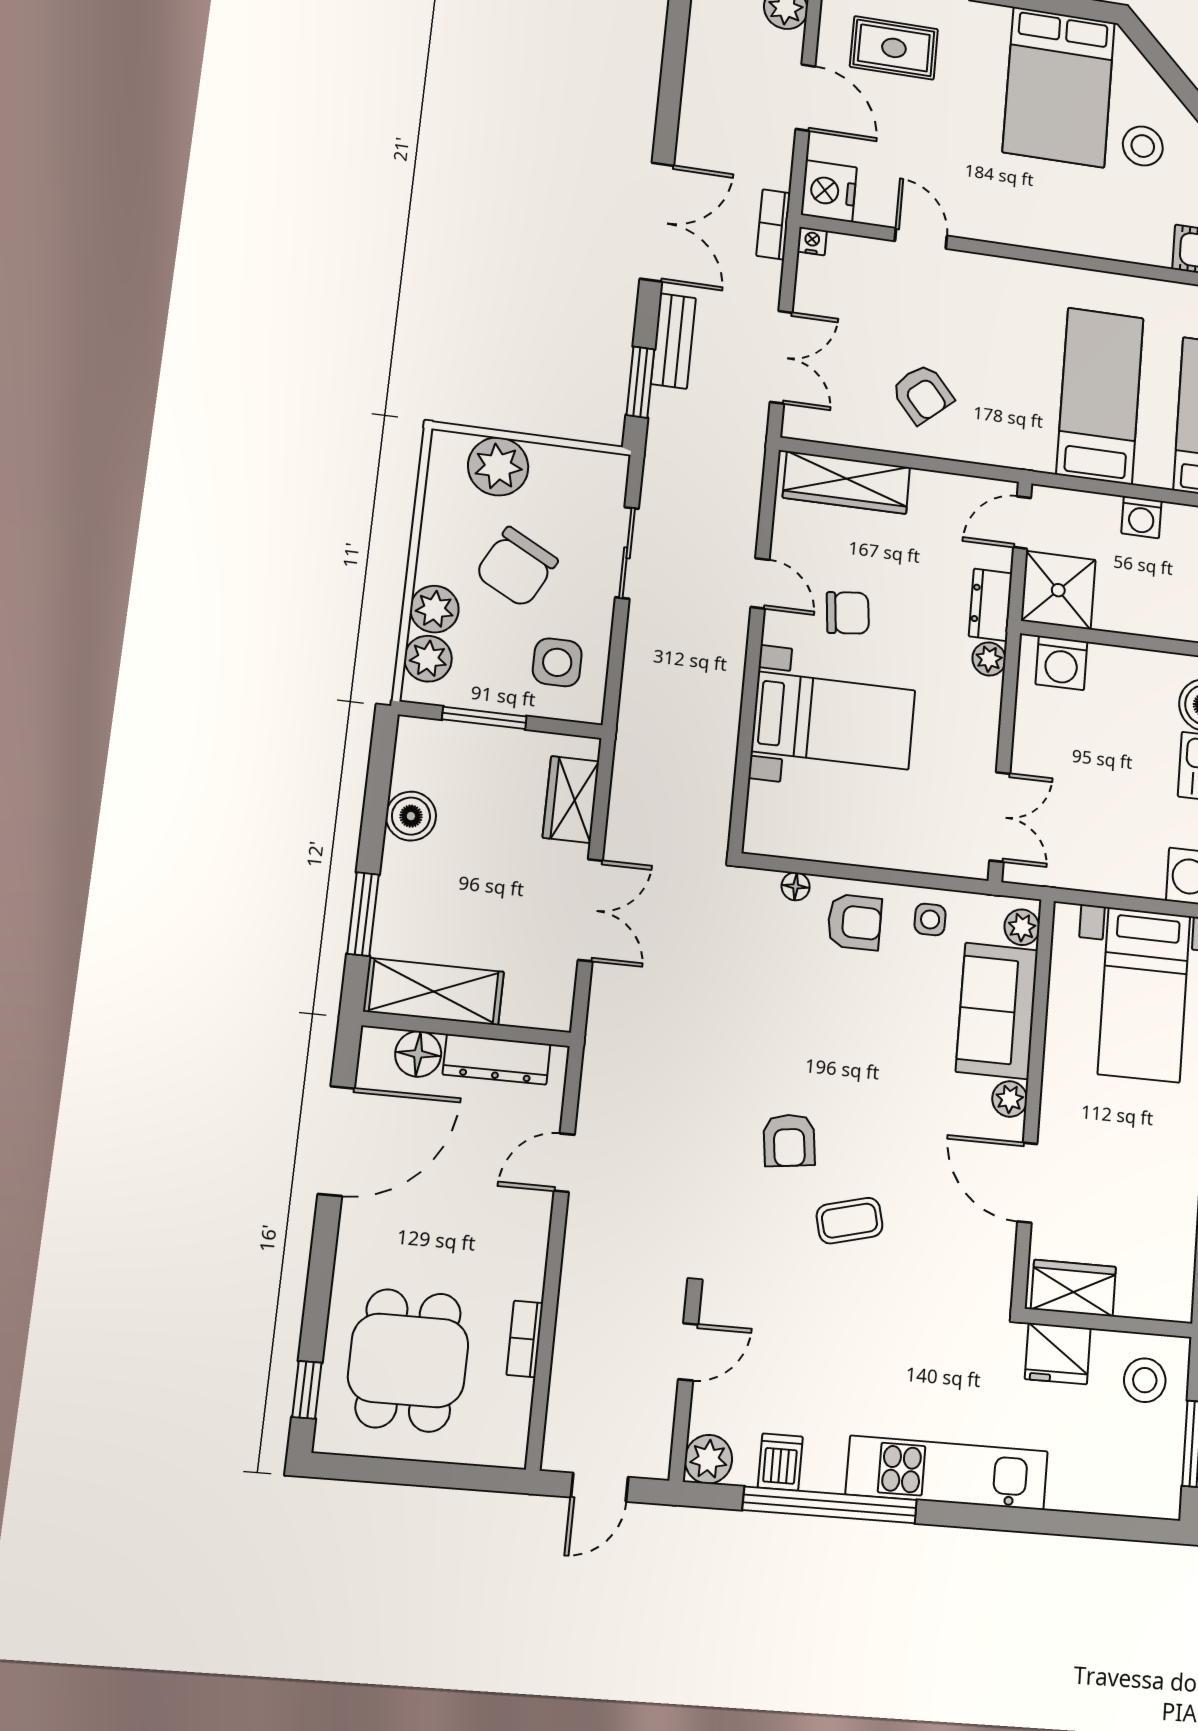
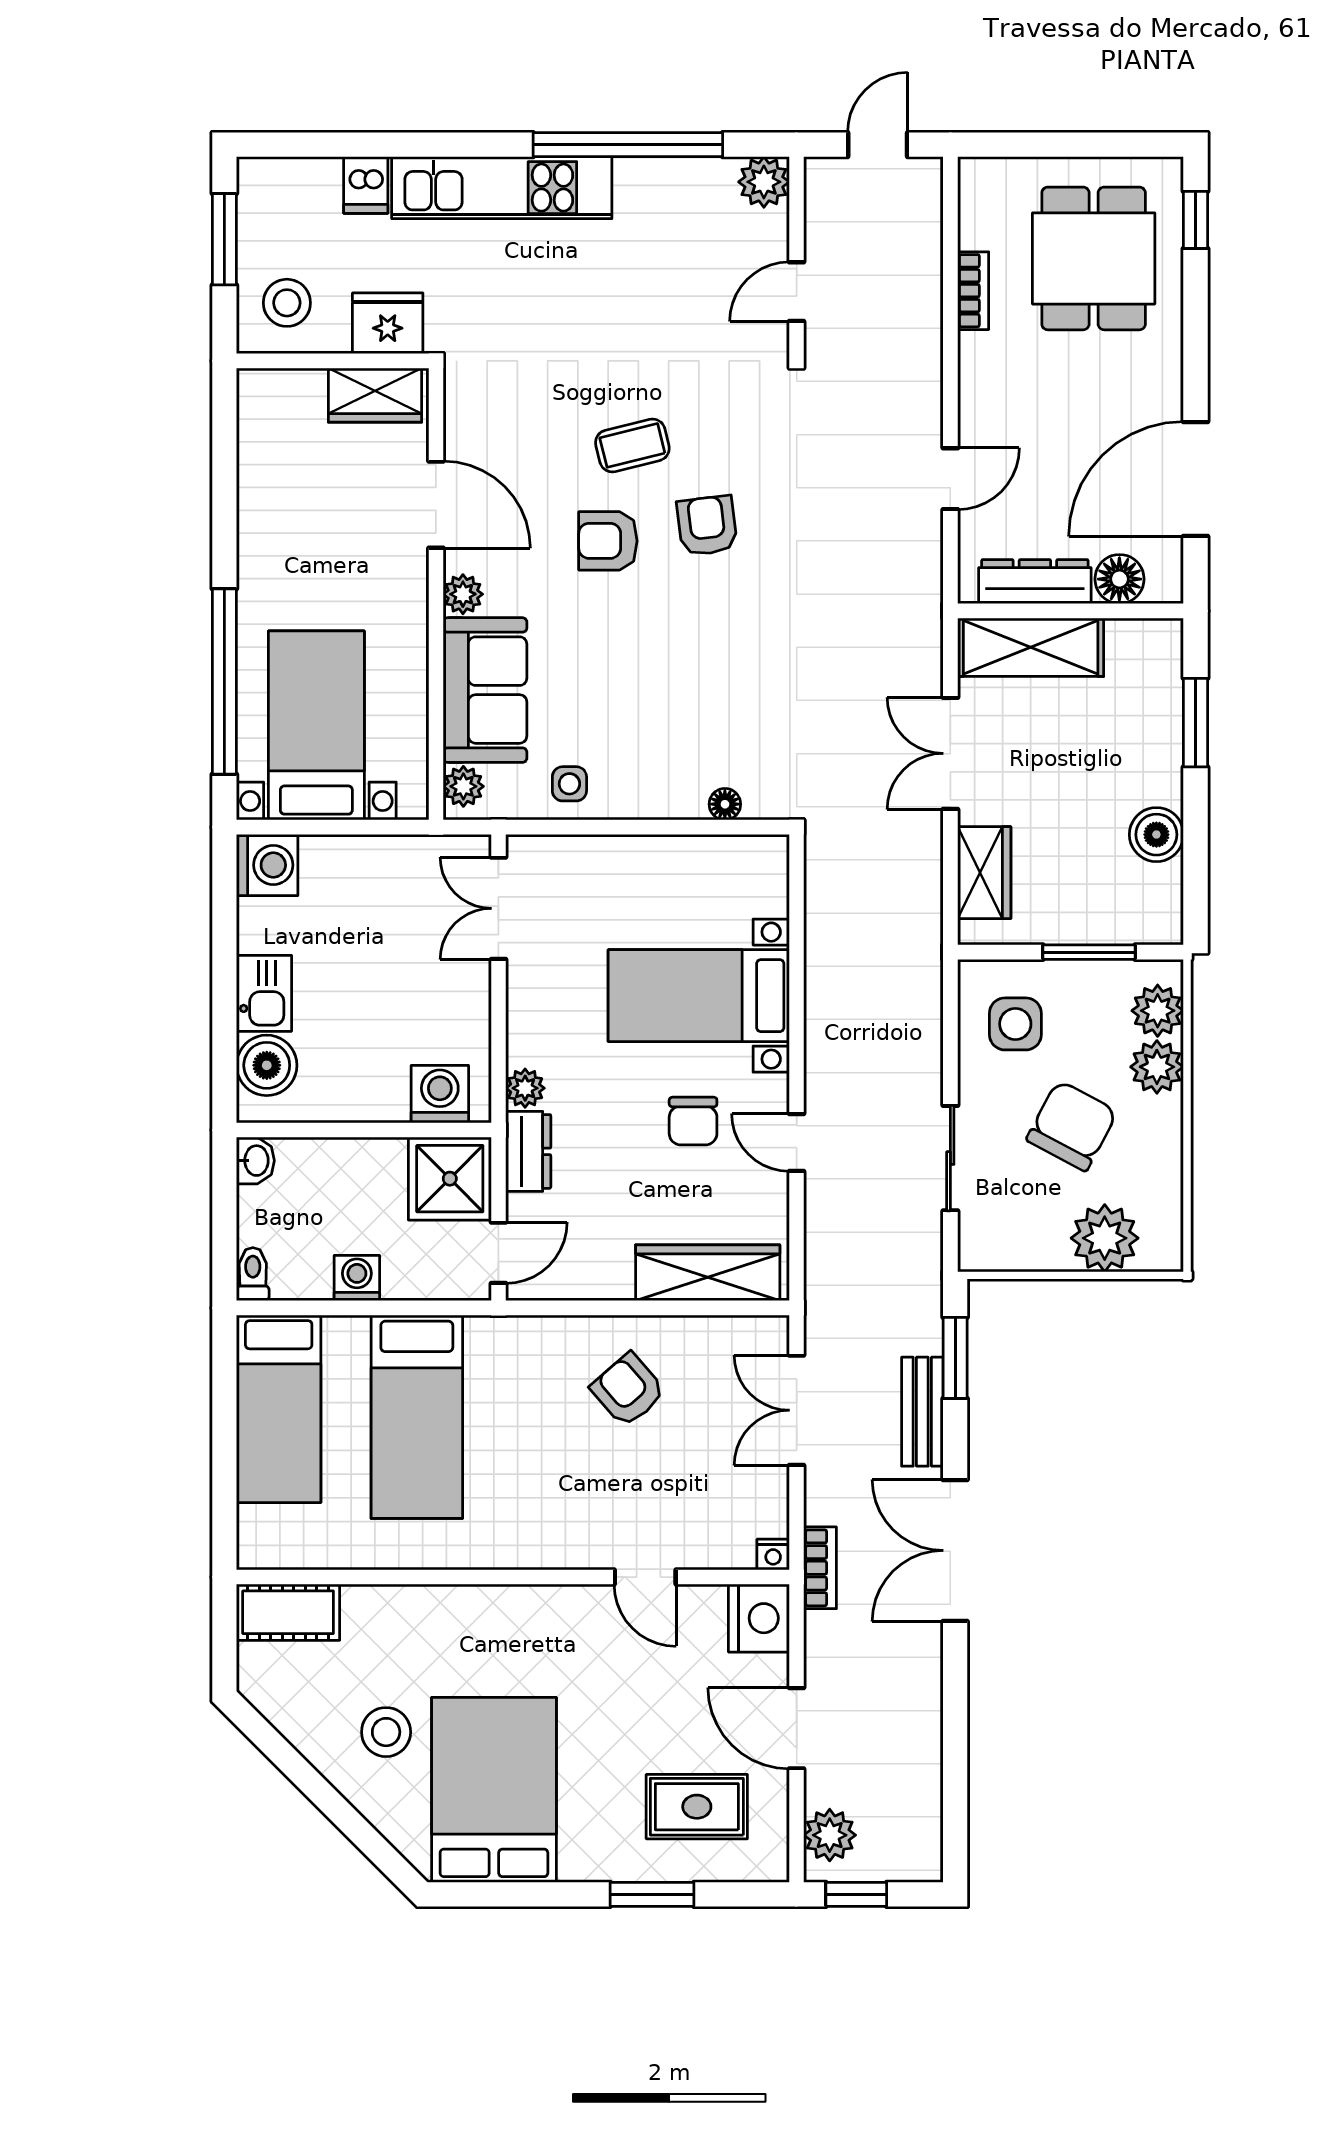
chair: (848, 613) -> (693, 1121), turned -84
armchair: (854, 922) -> (608, 541), moved
shelving: (434, 992) -> (1031, 647), moved
dishwasher: (780, 1462) -> (366, 185), moved

